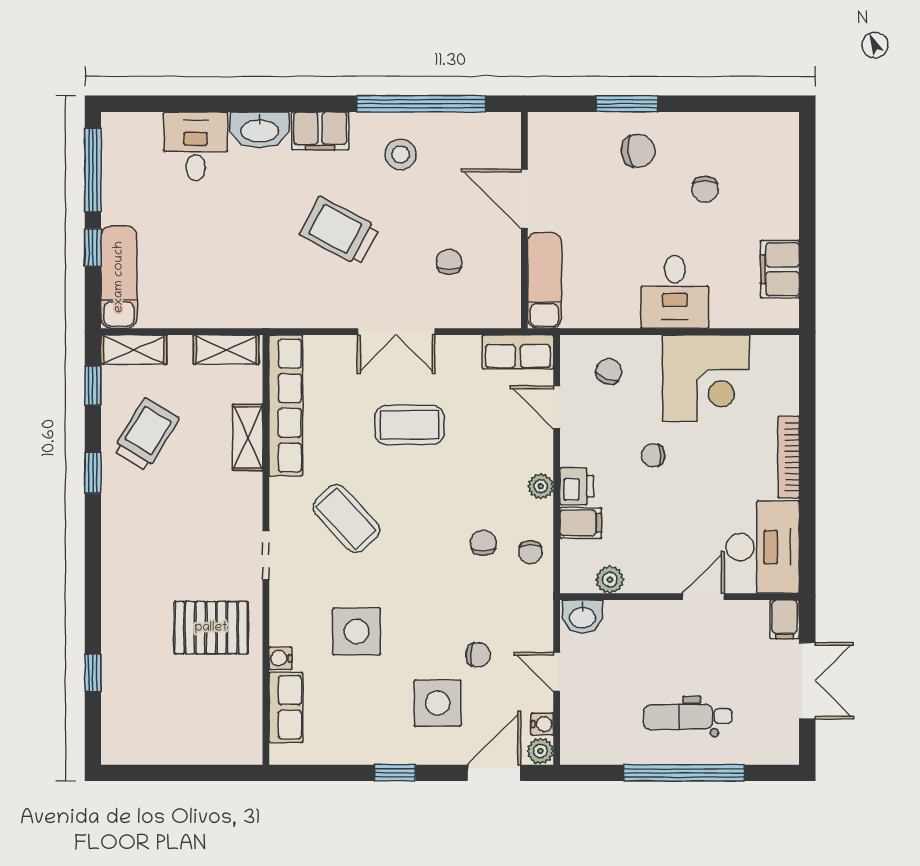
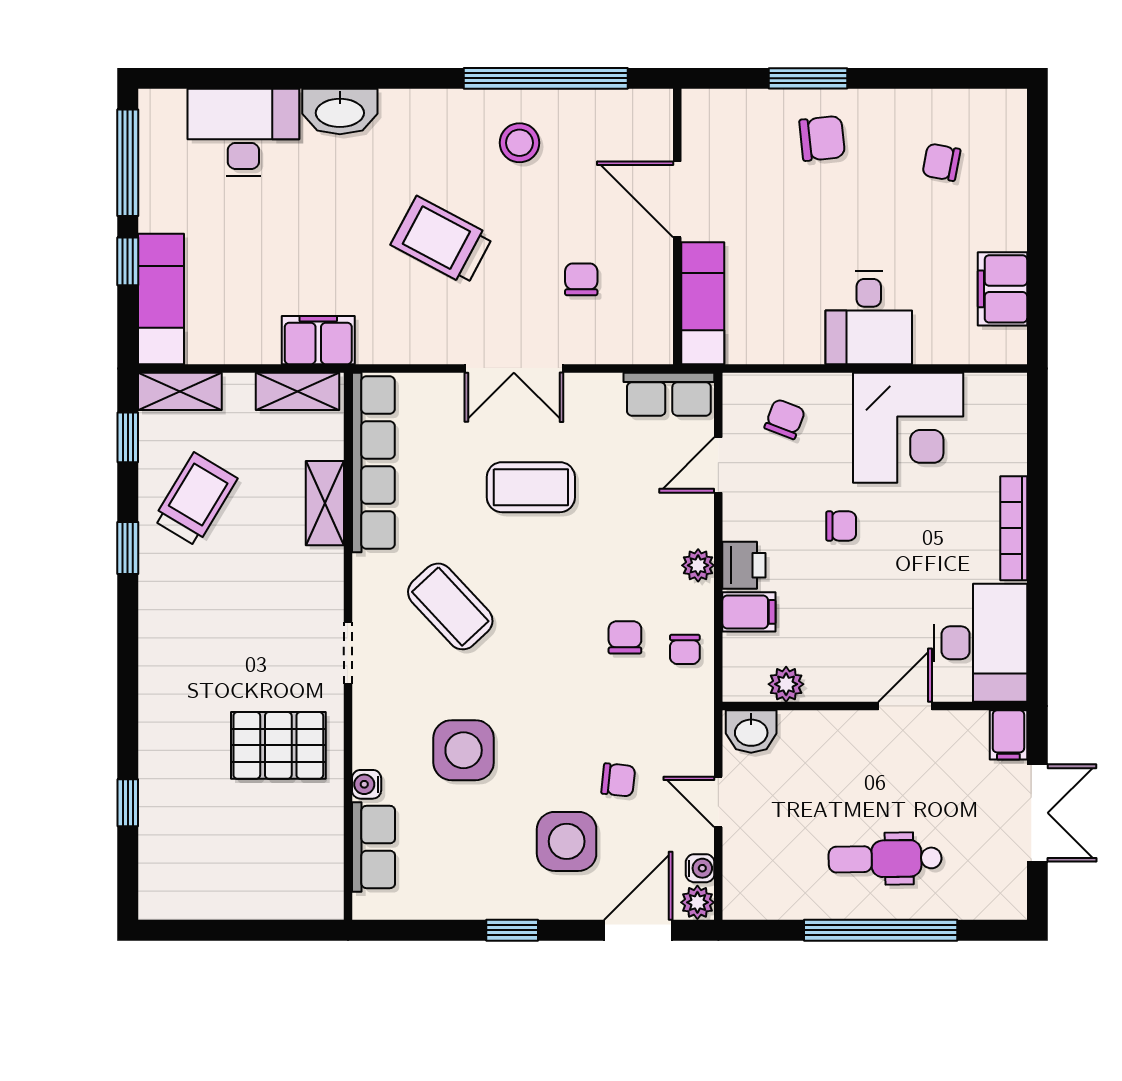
filing cabinet: (320, 131) -> (318, 340), moved, turned 180
desk: (196, 146) -> (243, 132), width x1.37
chair: (705, 189) -> (941, 162), moved, turned 101
door: (557, 407) -> (718, 465), hinge flipped
chair: (653, 455) -> (841, 526), turned 180

